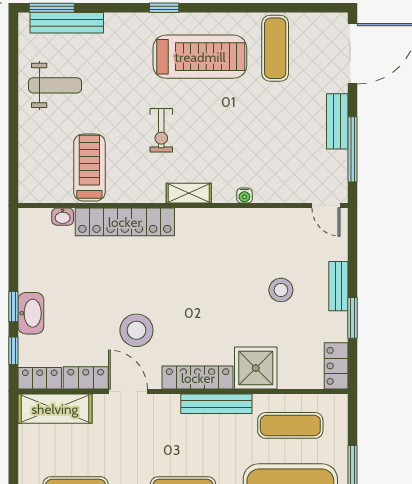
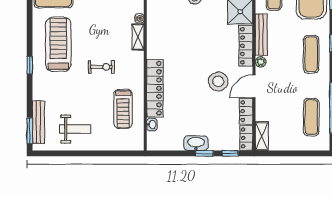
weight bench: (55, 85) -> (75, 129), turned 90
treadmill: (89, 168) -> (123, 109), turned -90
shelving: (189, 193) -> (138, 37), moved
washbasin: (31, 313) -> (196, 143), moved
plant: (170, 403) -> (261, 62), added
shelving: (55, 409) -> (262, 136), width x0.67, depth x0.75

